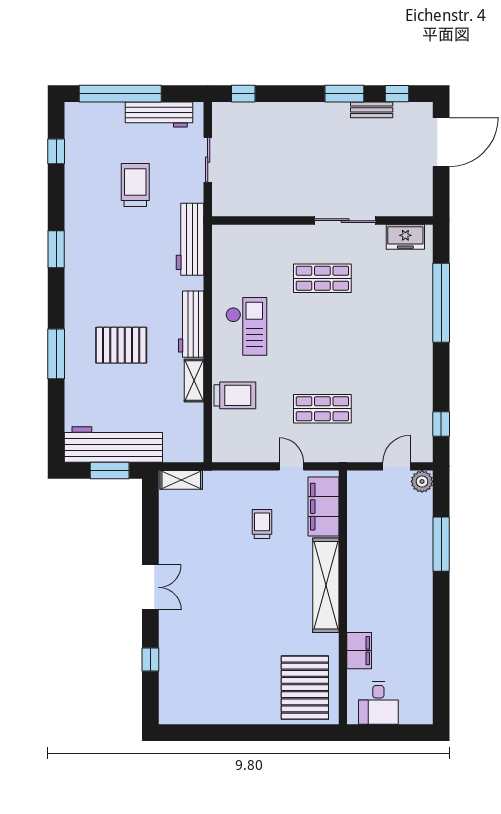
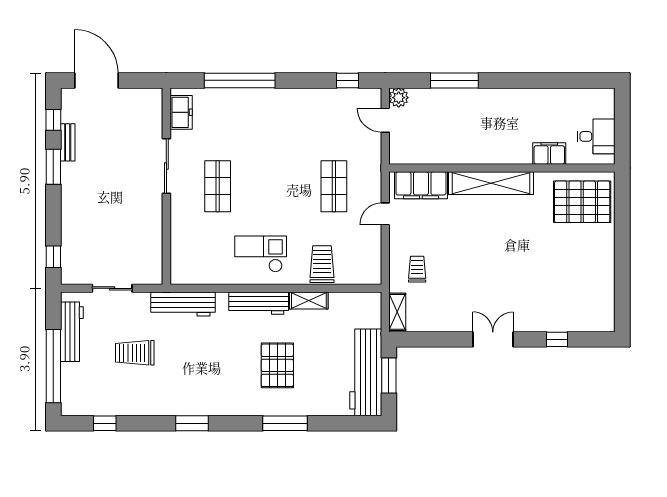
trolley: (262, 524) -> (417, 269), moved, turned 90

